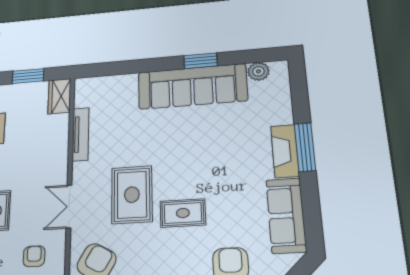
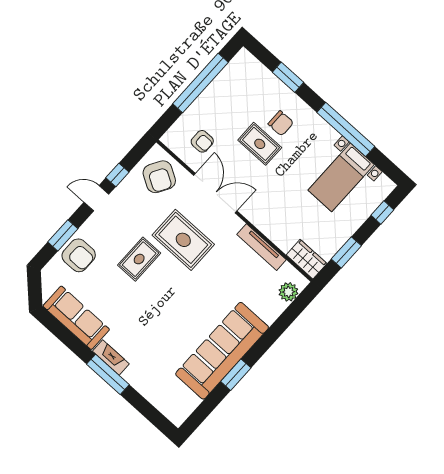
plant: (258, 71) -> (288, 292), moved
fireplace: (285, 151) -> (111, 357), width x0.73, depth x0.76
double door: (69, 206) -> (215, 193), width x1.37

